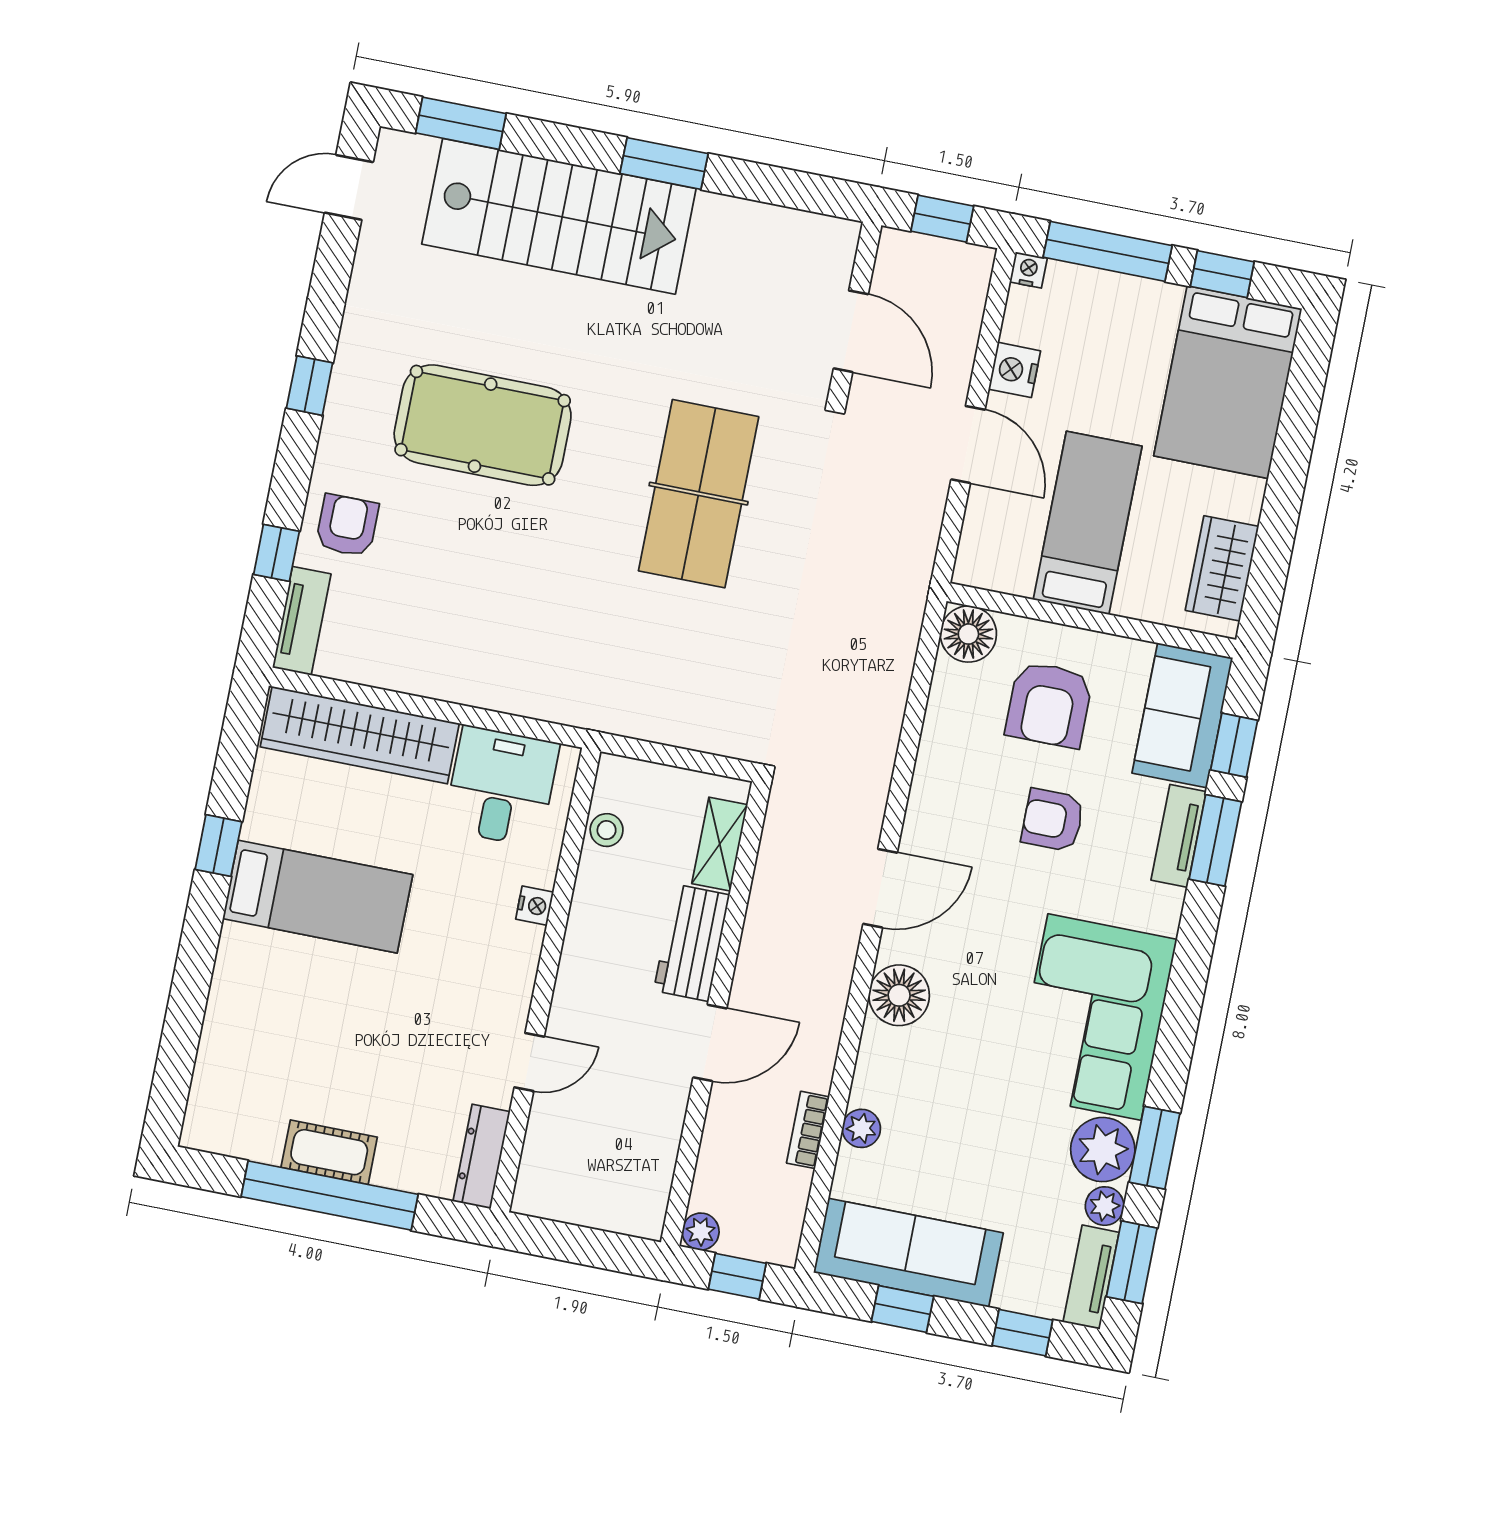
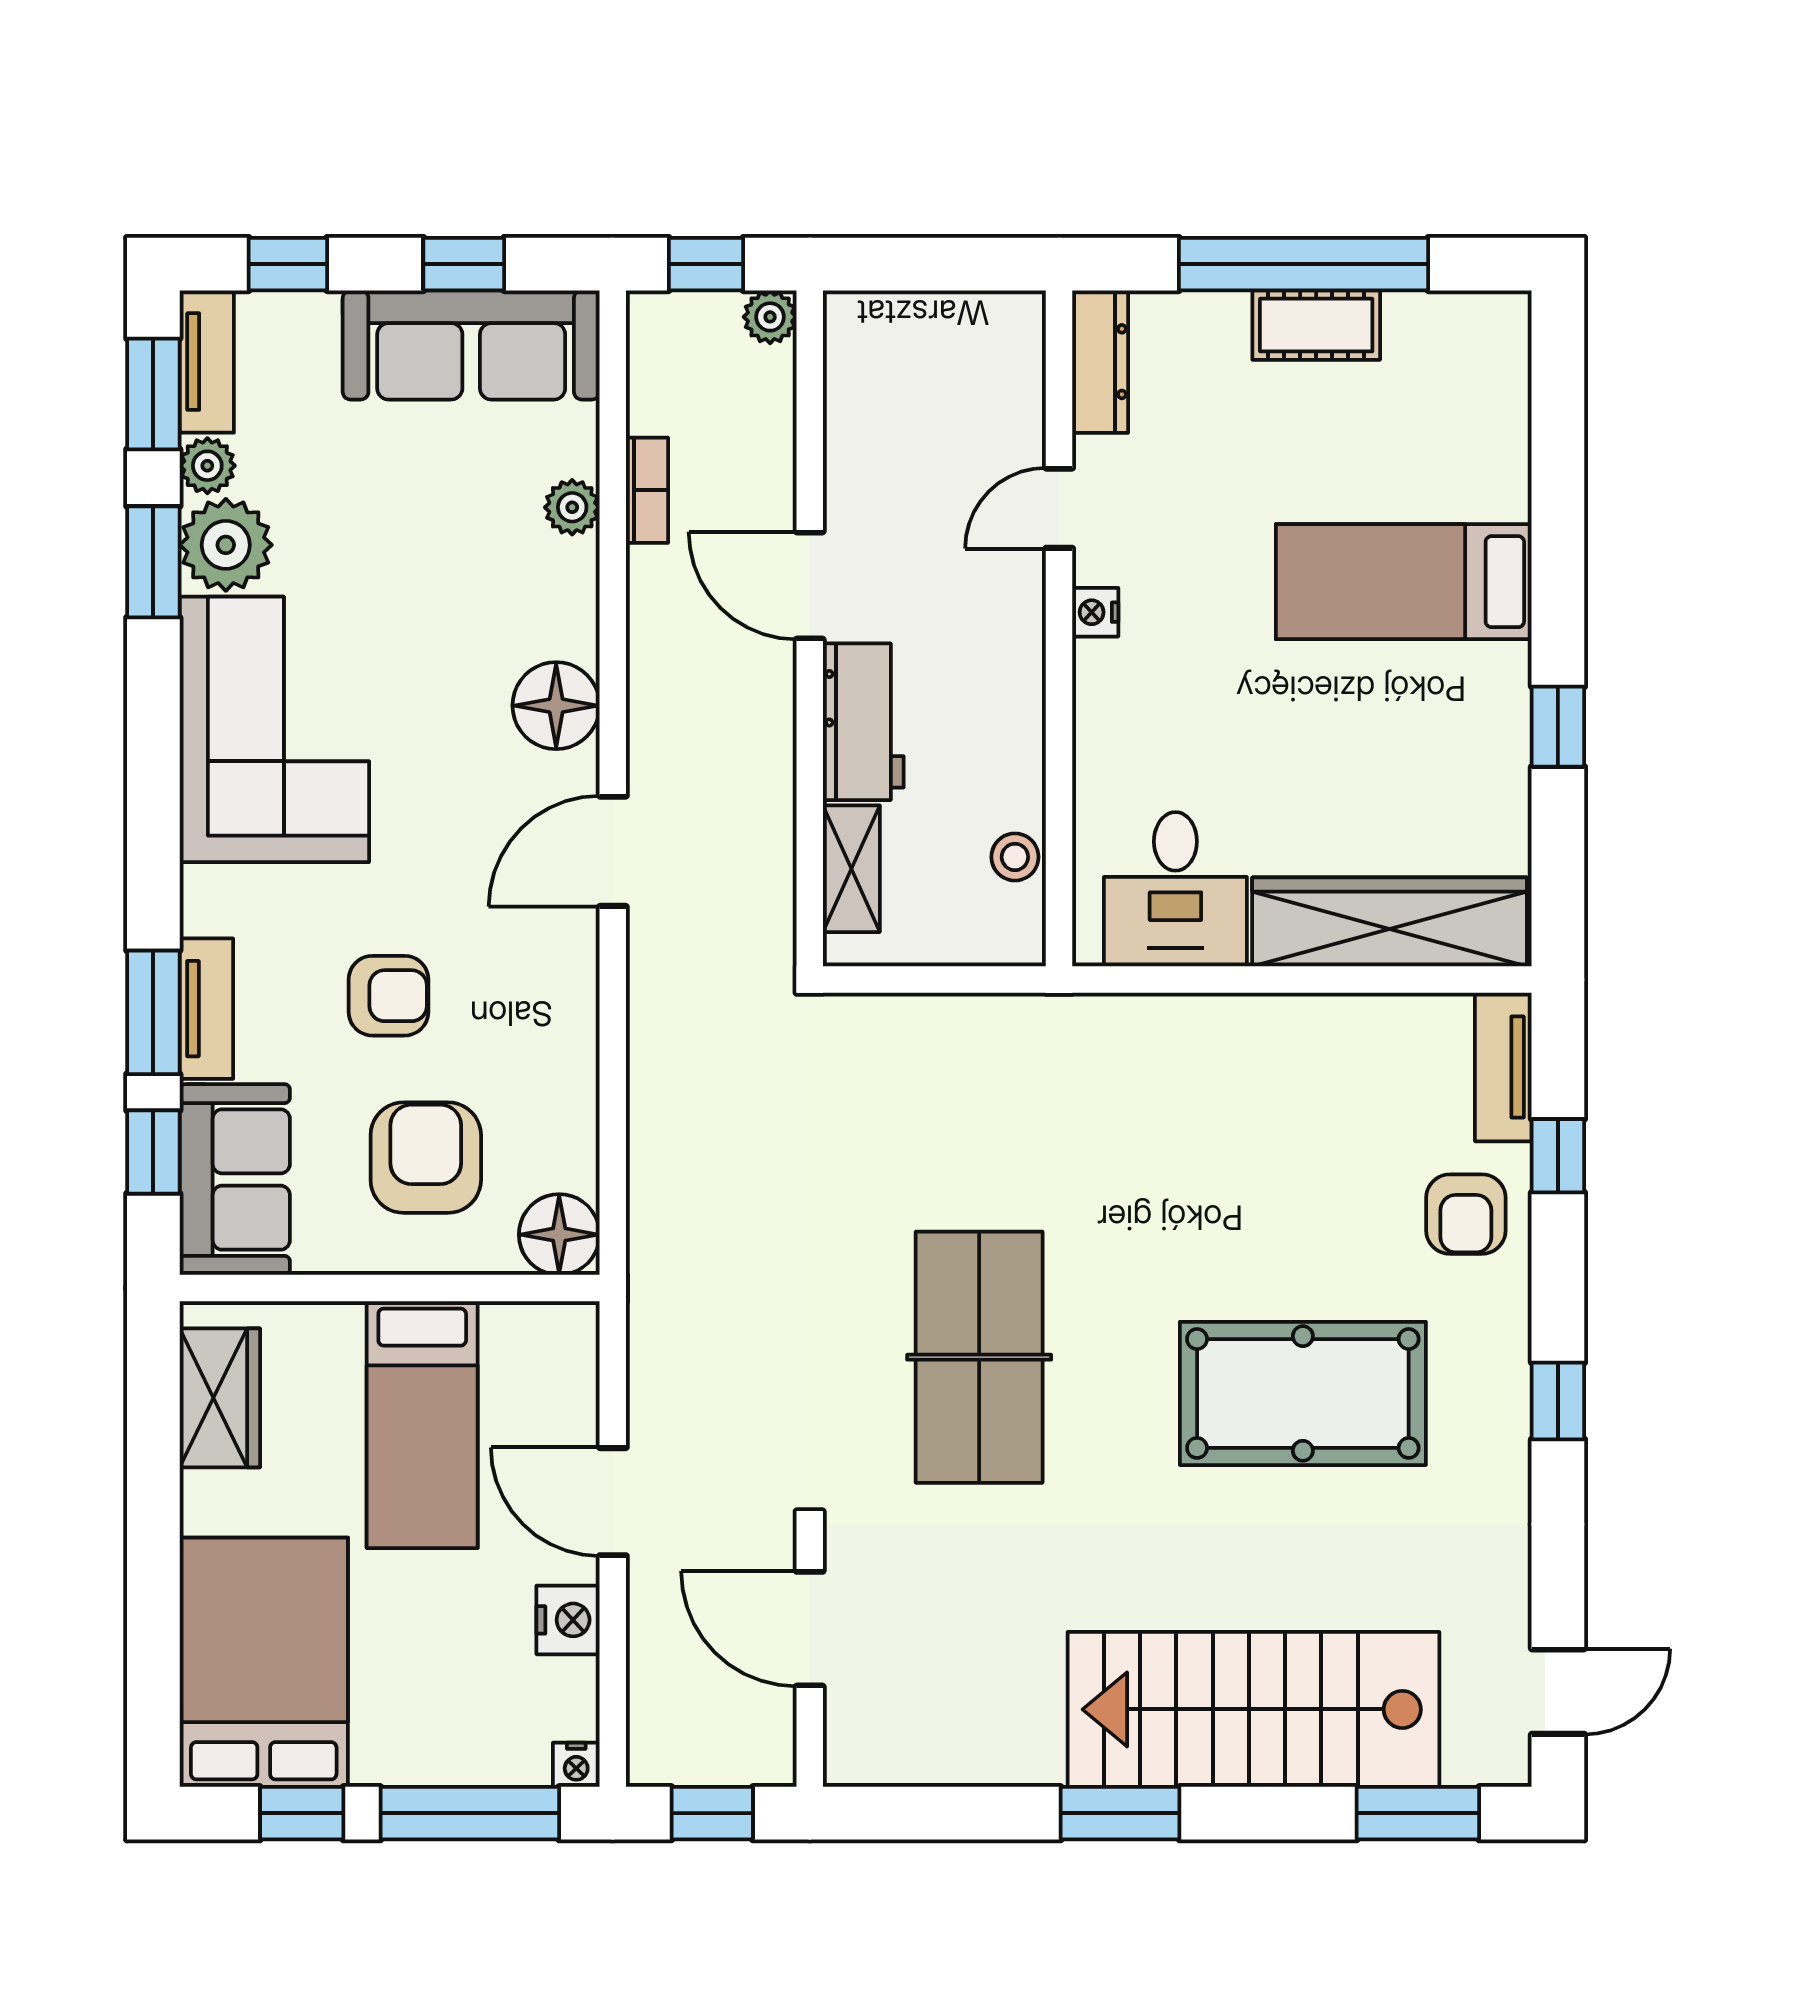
bed: (318, 897) -> (1404, 582), moved
nightstand: (535, 906) -> (1095, 612), moved
door: (710, 1043) -> (810, 586), hinge flipped

